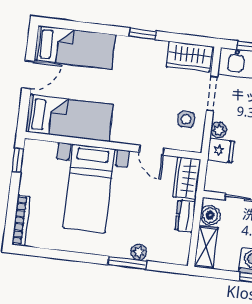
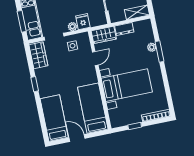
window: (18, 160) -> (135, 126), moved
boiler: (210, 215) -> (119, 16), removed

